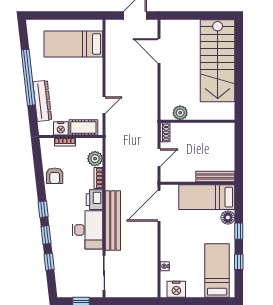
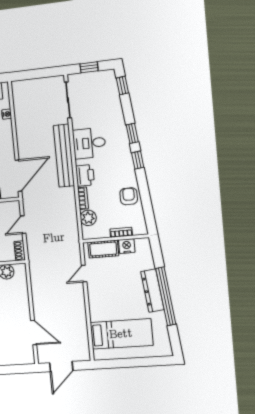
dresser: (42, 101) -> (152, 291), moved
desk: (88, 230) -> (89, 143), width x0.73
window: (49, 262) -> (122, 86), moved

